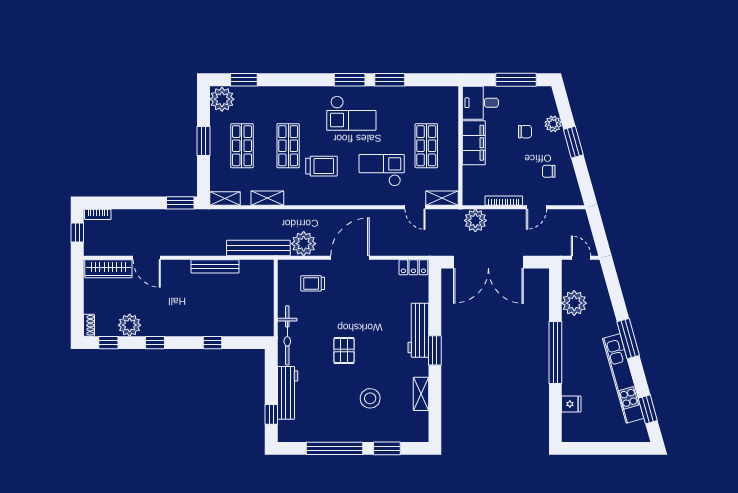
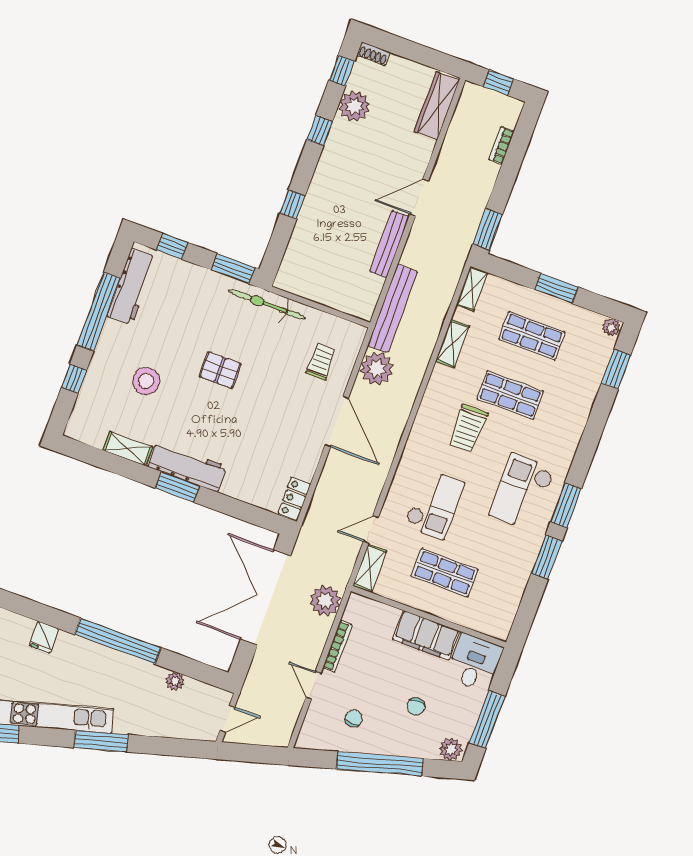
plant: (222, 99) -> (611, 327), width x0.53, depth x0.53
plant: (553, 124) -> (451, 749), moved
window: (573, 142) -> (380, 764), width x2.11
bookcase: (98, 214) -> (502, 145), moved
door: (147, 258) -> (419, 198), moved
plant: (574, 303) -> (175, 681), width x0.53, depth x0.53
workbench: (418, 330) -> (187, 466), moved
window: (271, 367) -> (233, 269), added
workbench: (288, 393) -> (132, 287), moved, turned -90
window: (387, 448) -> (74, 379), width x0.67

